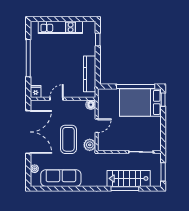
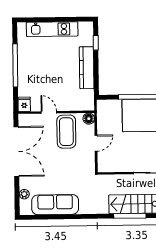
kitchen counter: (90, 74) -> (87, 68), moved
door: (57, 99) -> (49, 112), hinge flipped
coffee table: (68, 139) -> (66, 132), moved
plant: (90, 145) -> (88, 165), removed

